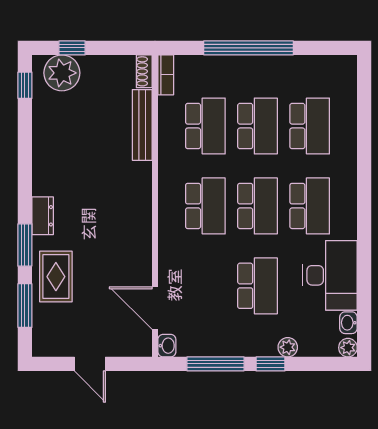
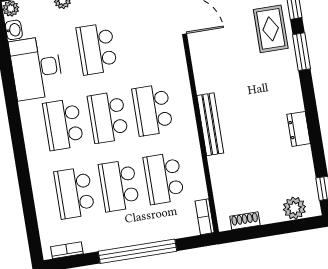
window: (72, 48) -> (288, 227), removed
bookcase: (329, 62) -> (67, 250), added
shoe rack: (144, 71) -> (245, 221), moved, turned -90
plant: (62, 73) -> (294, 208), width x0.73, depth x0.73
bench: (142, 125) -> (210, 124), moved
dresser: (43, 216) -> (299, 129), moved

